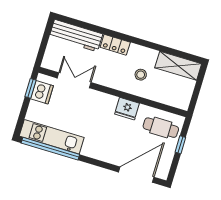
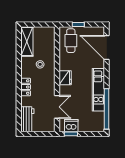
workbench: (76, 36) -> (27, 119), width x0.73
double door: (74, 80) -> (57, 107), swing flipped
fridge: (127, 109) -> (65, 78), moved
kitchen unit: (52, 137) -> (98, 90), moved

